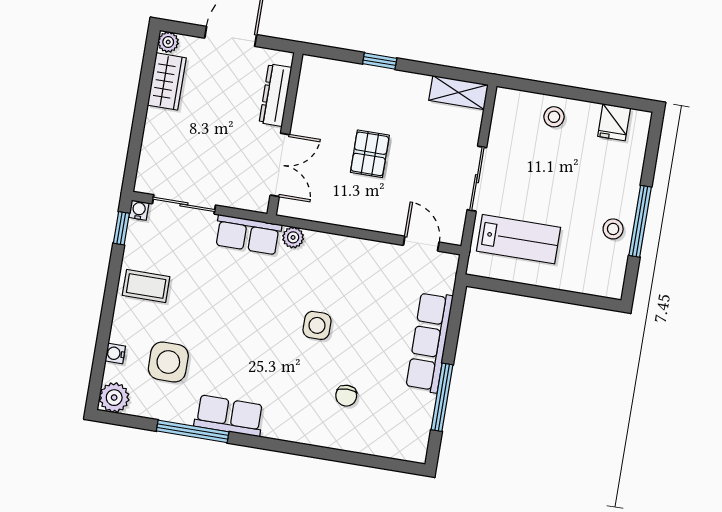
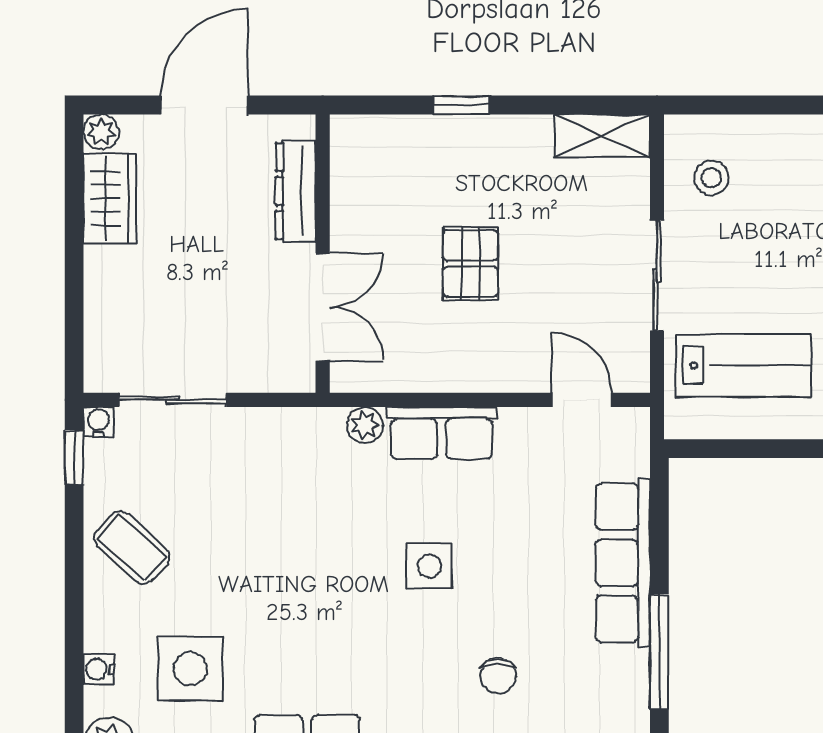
stool: (554, 117) -> (711, 178), moved
row of seats: (248, 235) -> (442, 433), moved
coffee table: (146, 286) -> (132, 547), turned 42

